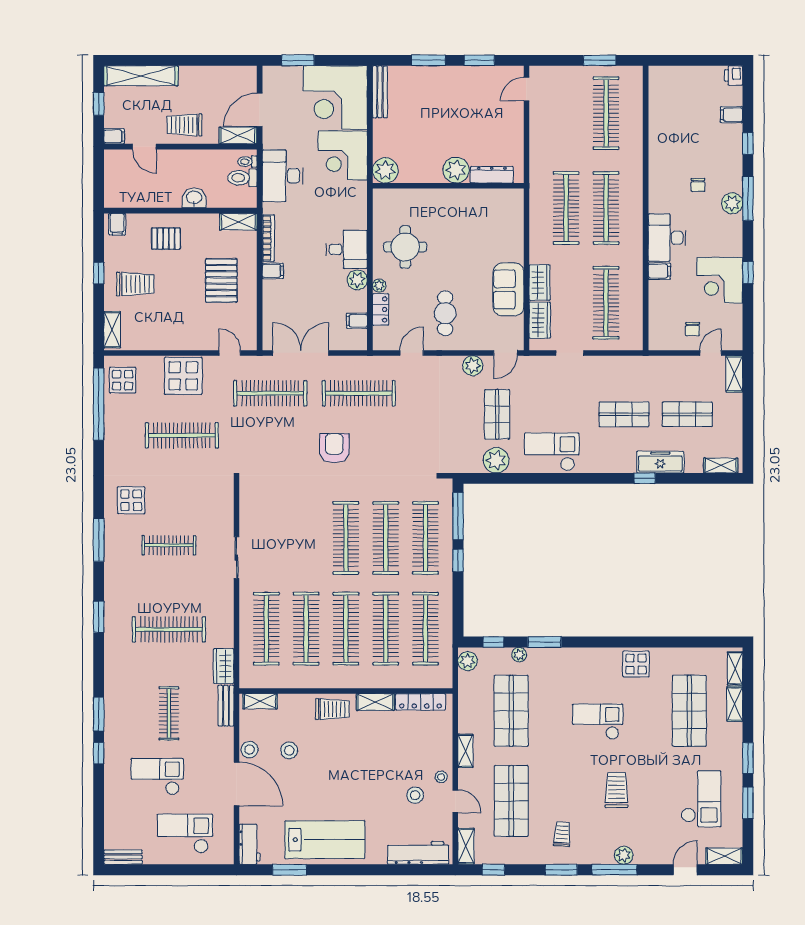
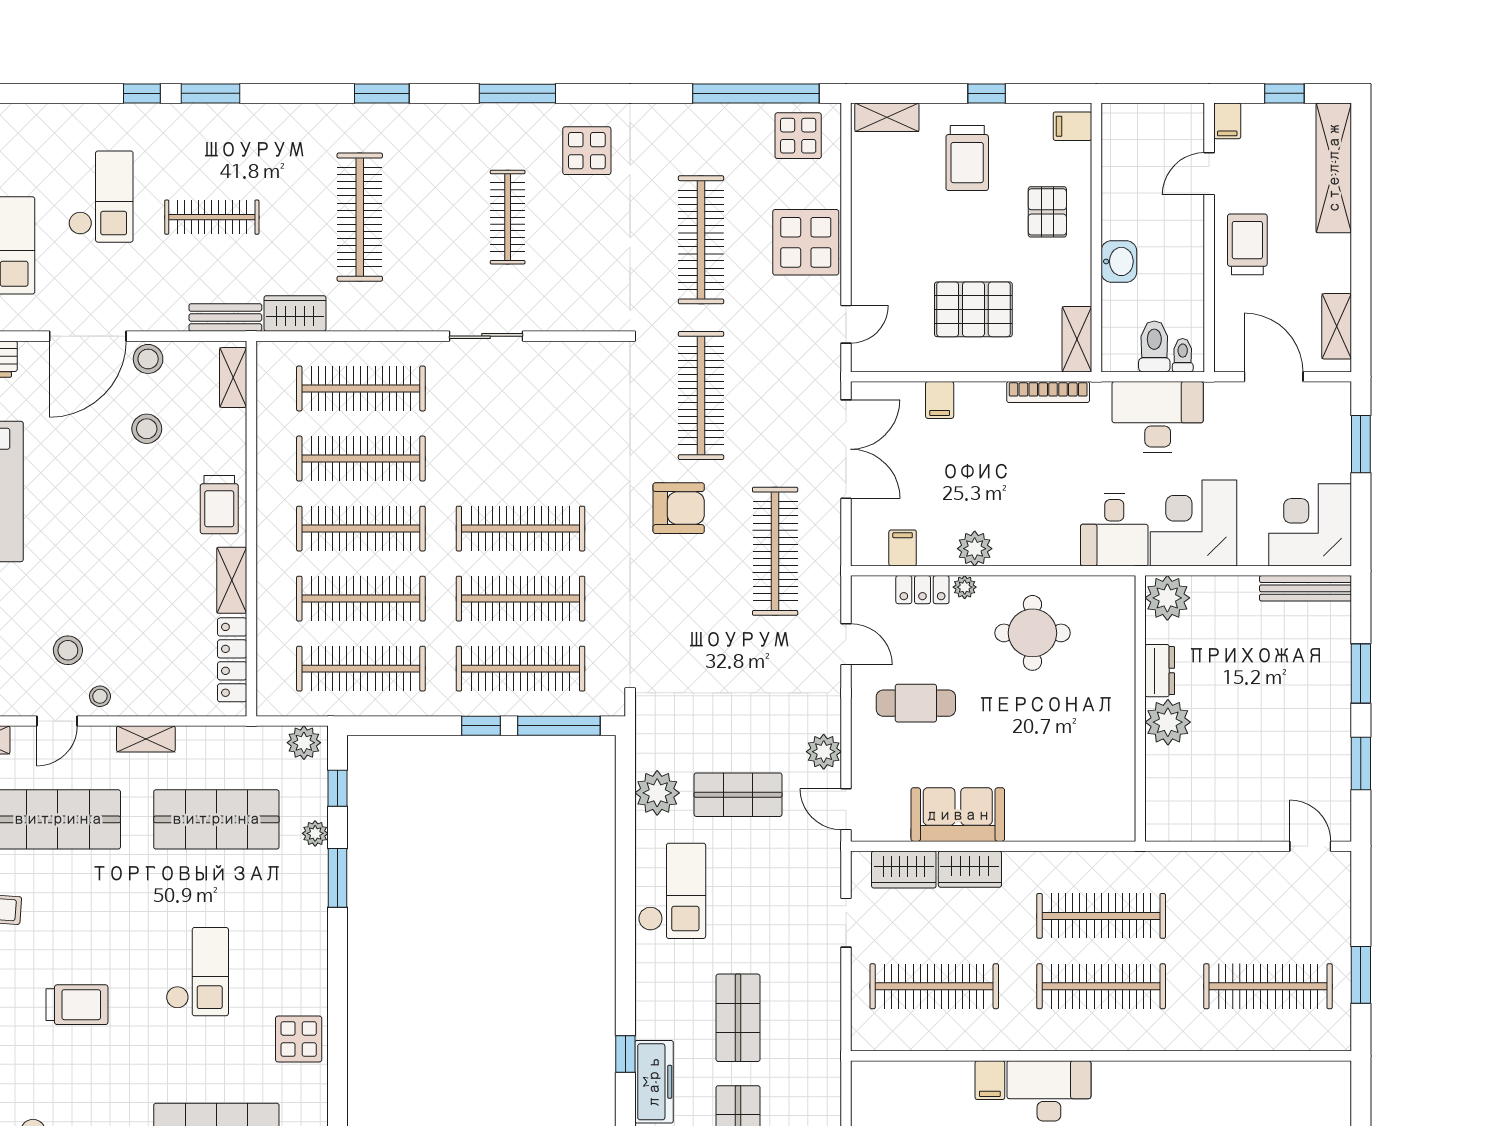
corner desk: (335, 98) -> (1310, 525), width x0.74, depth x0.74
shelving: (238, 136) -> (1337, 326), moved
dresser: (492, 175) -> (1160, 671), moved, width x0.70
desk: (347, 249) -> (1114, 530), moved
filing cabinet: (273, 271) -> (940, 400), moved
clothes rail: (270, 393) -> (701, 396), moved

